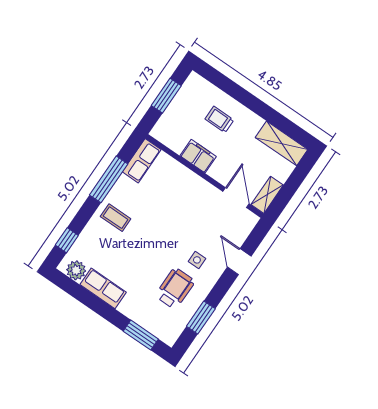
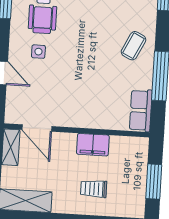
trolley: (219, 120) -> (94, 189), turned 180
coffee table: (116, 218) -> (134, 46), turned -64

